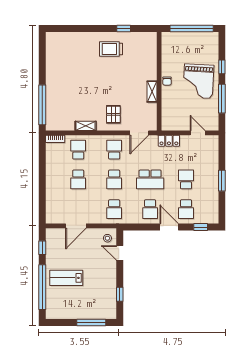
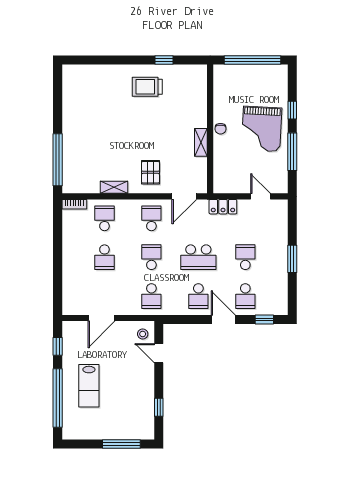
school desk: (114, 179) -> (151, 257), turned 180
lab bench: (66, 278) -> (89, 386), turned -90

